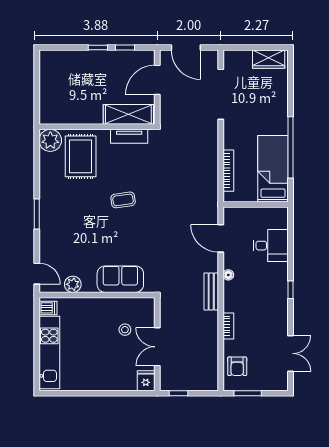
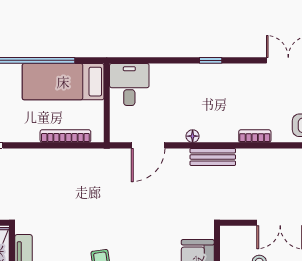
desk: (271, 246) -> (129, 84), moved

